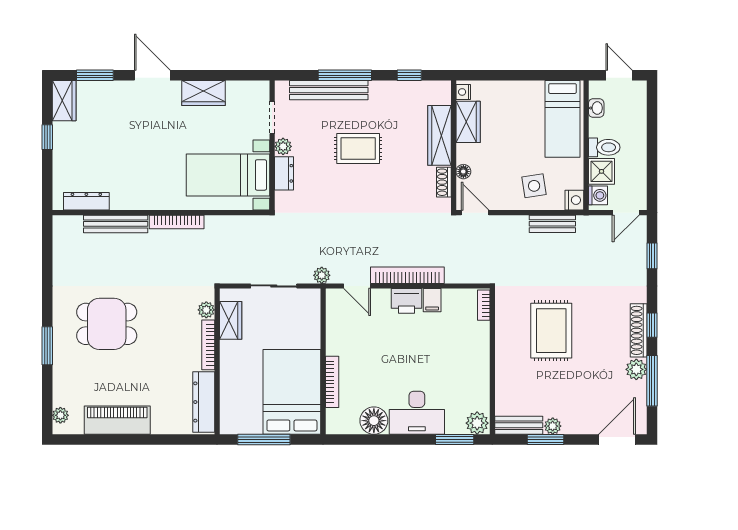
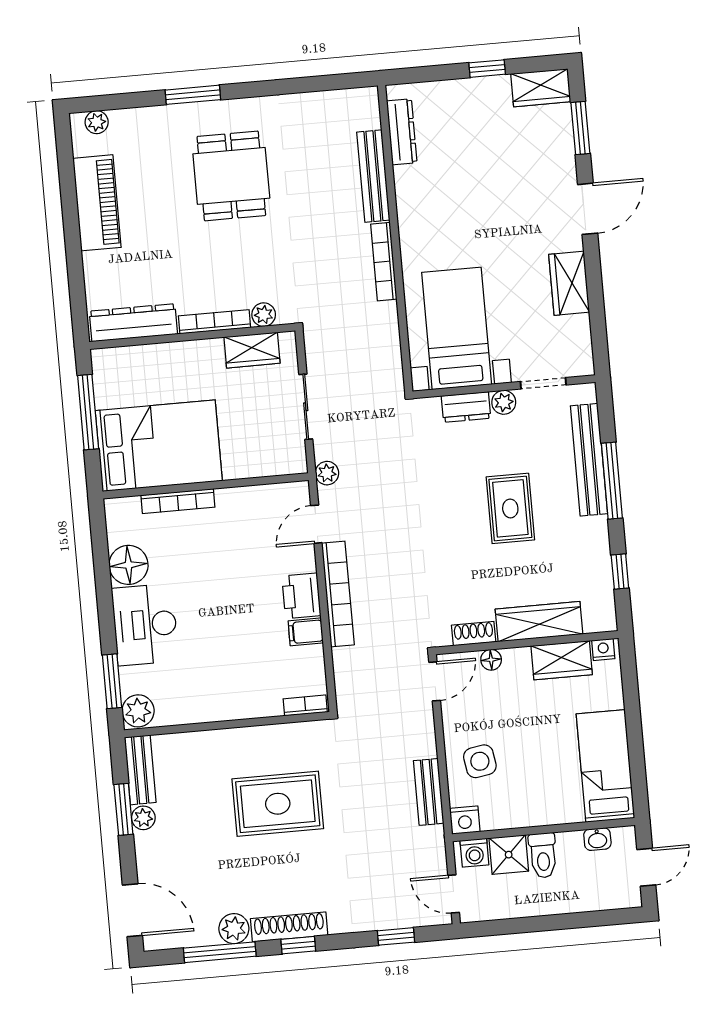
bed: (563, 119) -> (605, 766), moved, turned 90

